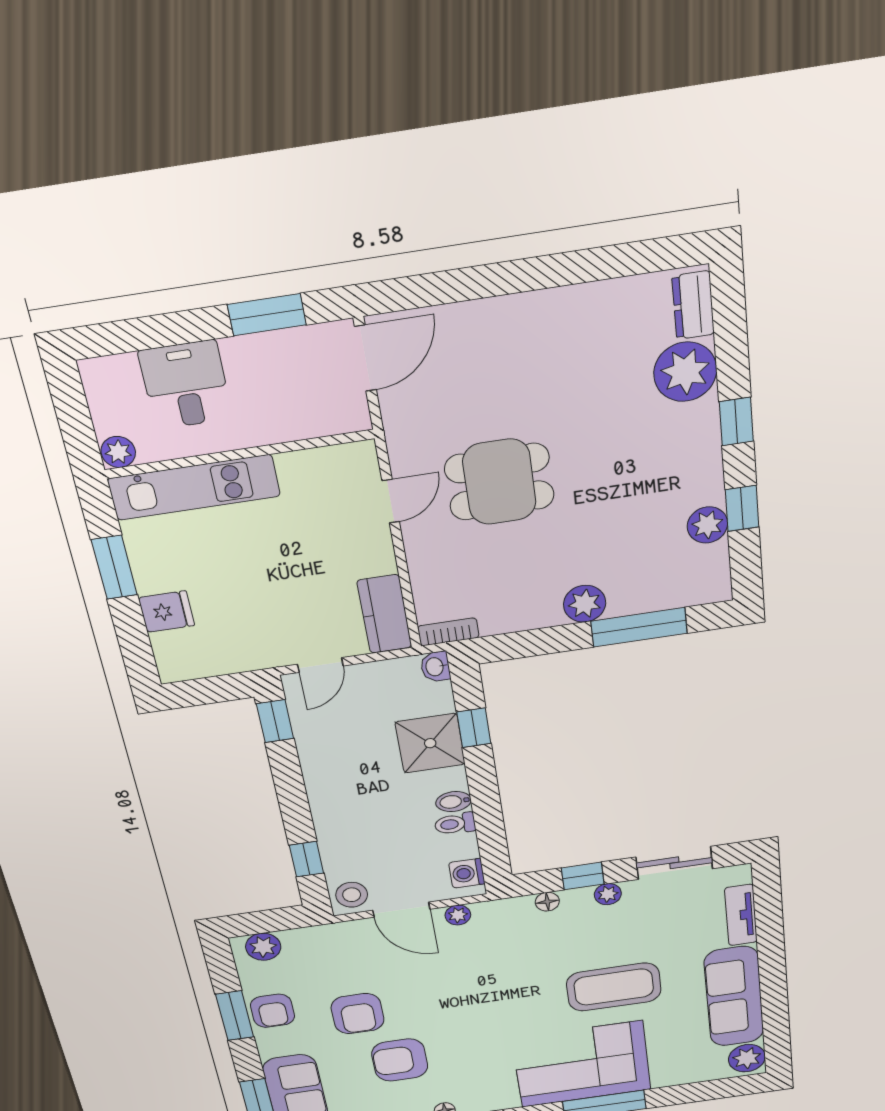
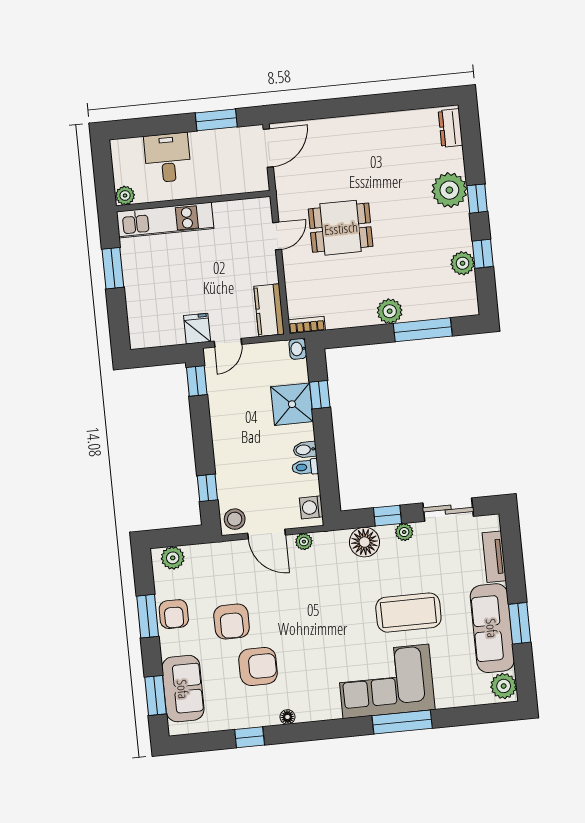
plant: (685, 372) -> (449, 190), moved
fridge: (167, 612) -> (197, 329), moved, turned -90
floor lamp: (547, 902) -> (364, 542), width x1.89, depth x1.89
window: (774, 989) -> (520, 623), added
armchair: (400, 1060) -> (258, 666), turned 180

